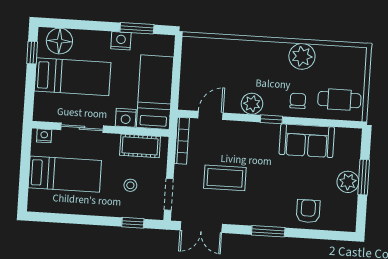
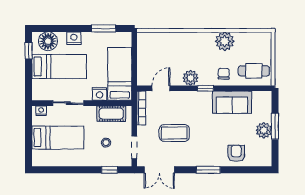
nightstand: (121, 41) -> (74, 38), moved

